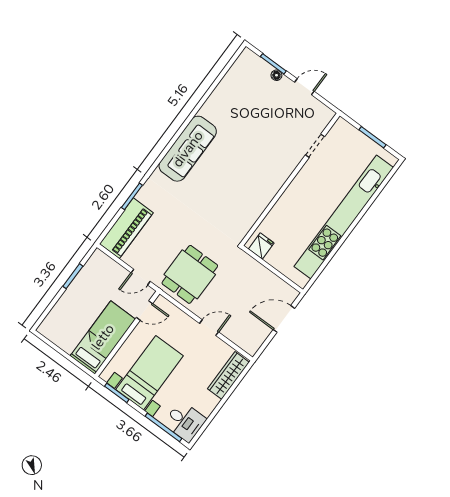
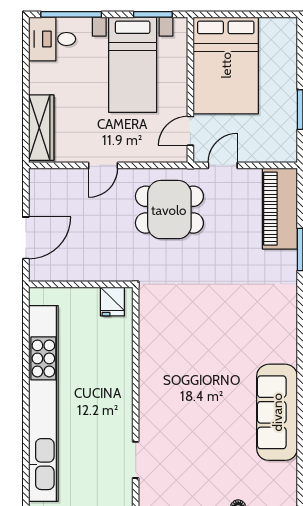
sofa: (188, 149) -> (277, 412), moved
dining table: (190, 274) -> (169, 210), turned 90
bed: (103, 337) -> (226, 65), width x1.50

